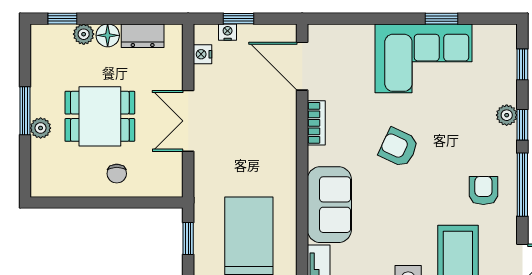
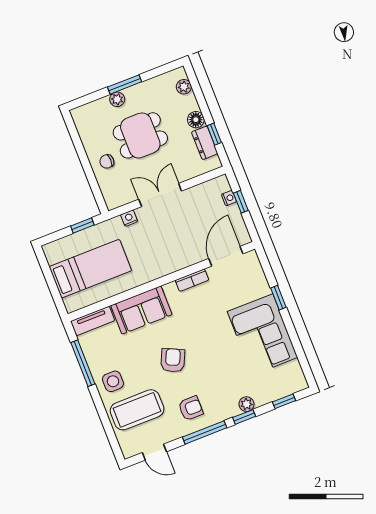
window: (62, 19) -> (214, 134), moved
window: (442, 19) -> (278, 298), moved
plant: (84, 34) -> (184, 87), moved
nightstand: (203, 54) -> (129, 218), moved
dining table: (100, 116) -> (140, 135), turned 90
armchair: (399, 147) -> (173, 360), moved

